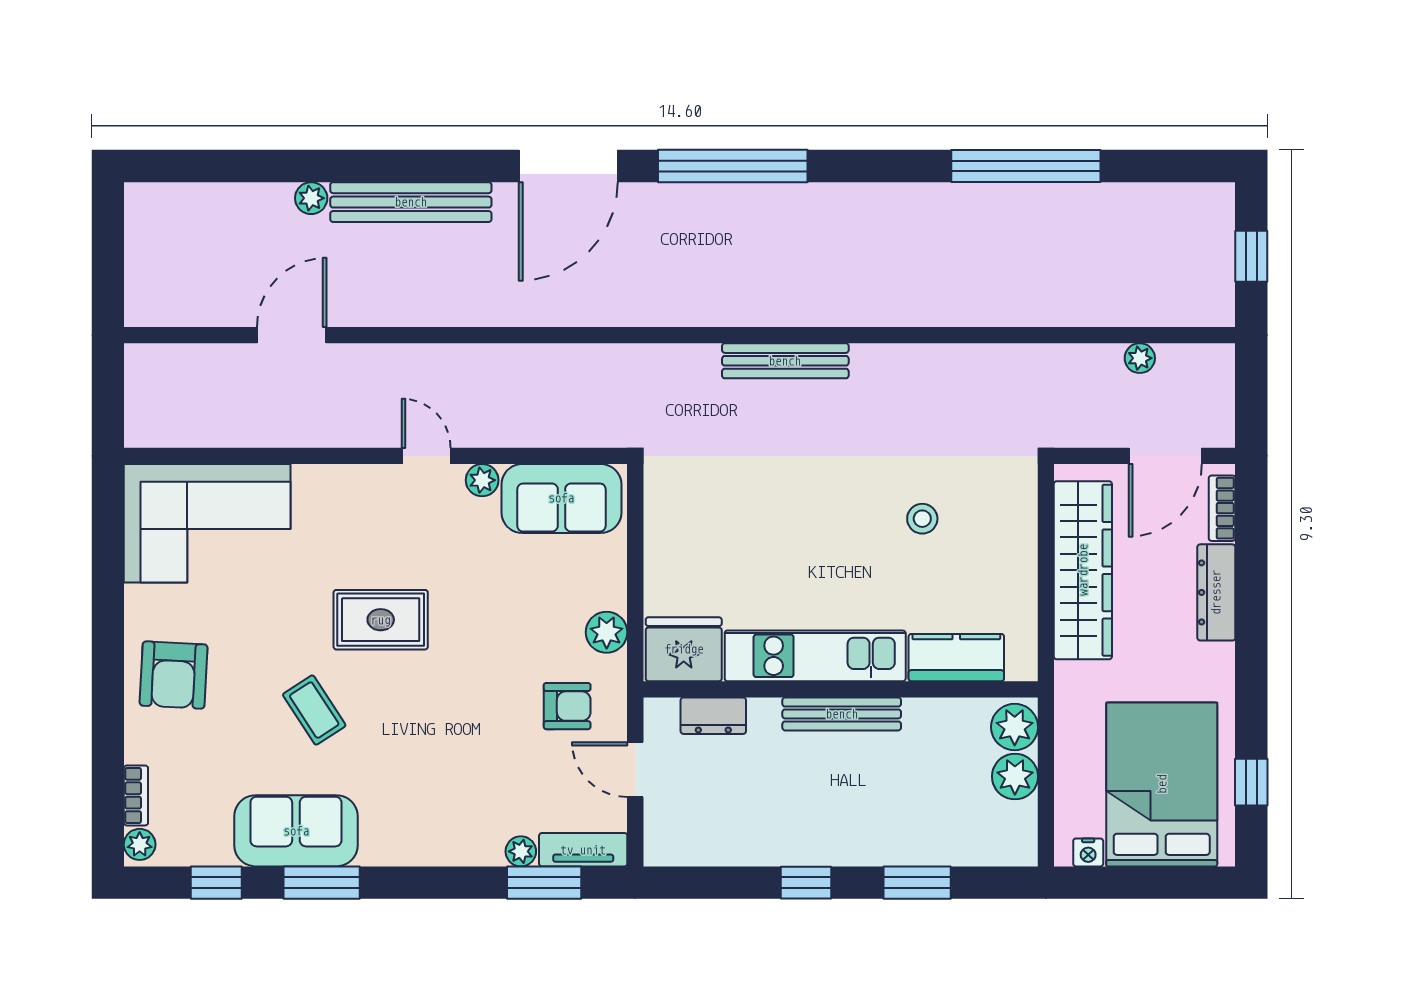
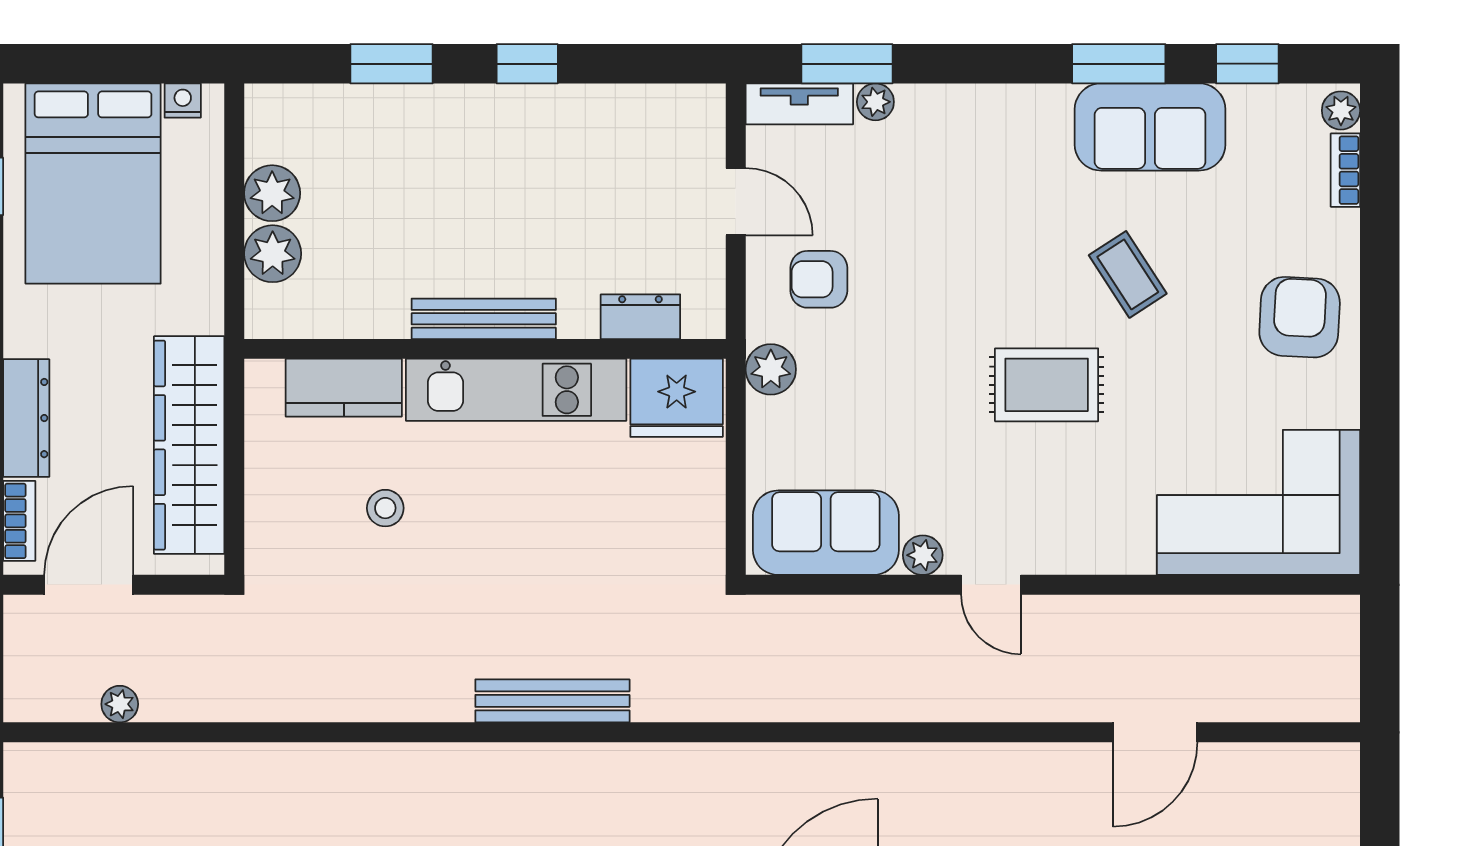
fridge: (684, 649) -> (677, 398), moved
kitchen unit: (815, 656) -> (516, 390), moved
kitchen counter: (956, 658) -> (344, 388), moved
wall: (841, 689) -> (485, 349), moved
bench: (842, 714) -> (484, 319), moved
dresser: (713, 716) -> (640, 317), moved

